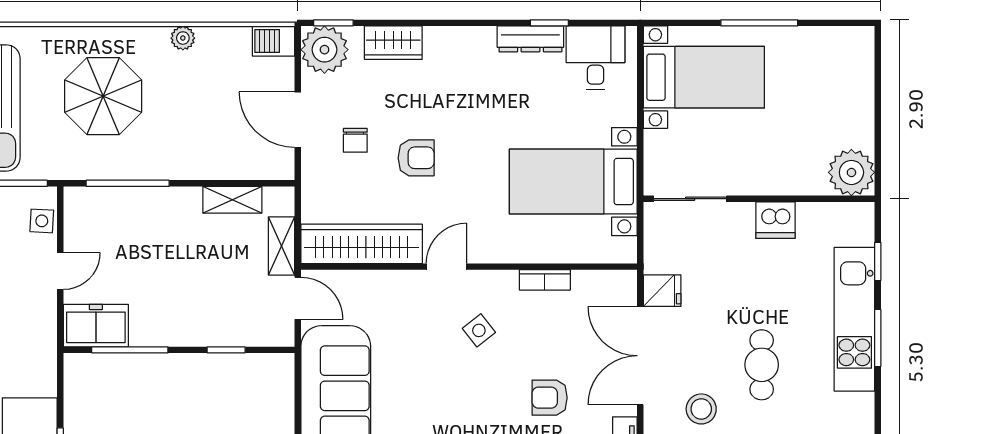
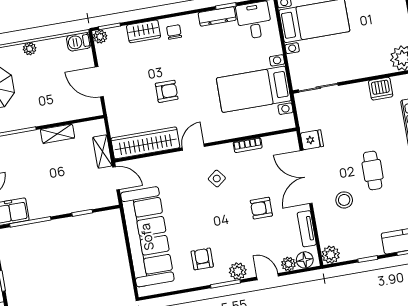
plant: (324, 50) -> (100, 37), width x0.53, depth x0.53
chair: (355, 140) -> (174, 32), moved, turned 180
shelving: (232, 200) -> (58, 134), moved
dishwasher: (775, 220) -> (381, 89), moved

